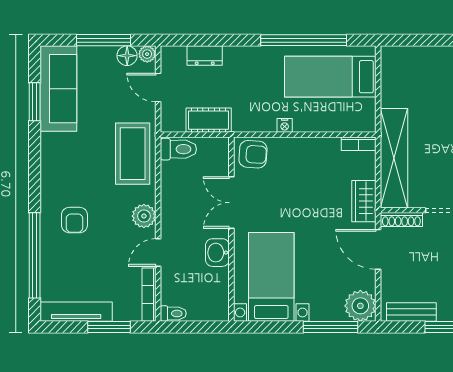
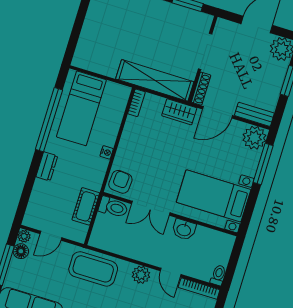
dresser: (205, 56) -> (47, 166), moved
toilet: (178, 149) -> (113, 207), moved, turned 90
bench: (411, 312) -> (254, 114), moved, turned 90

